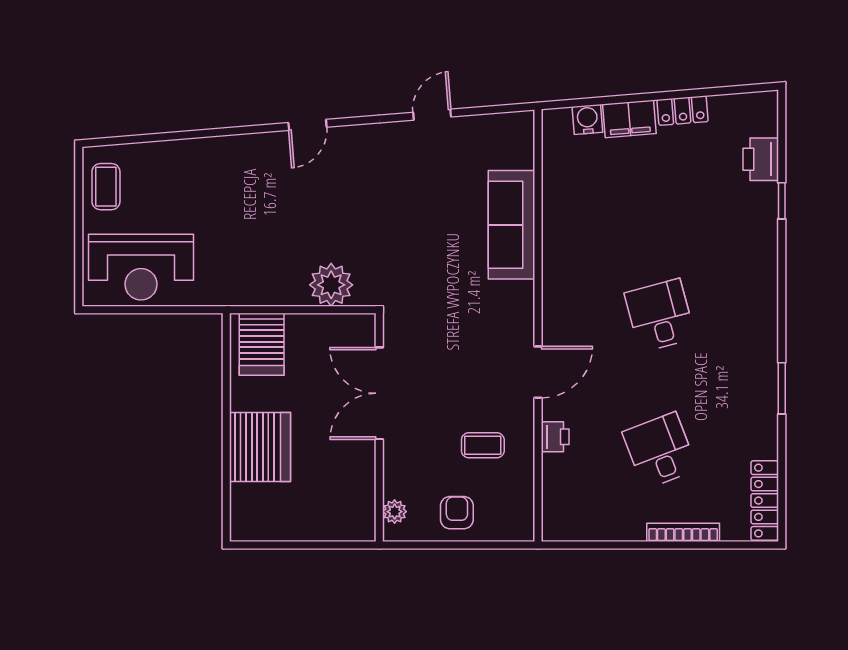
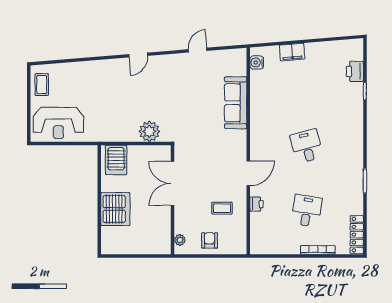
locker: (683, 111) -> (317, 48), removed
water cooler: (587, 119) -> (257, 62), moved, turned -85
desk: (660, 451) -> (307, 211), turned 30

